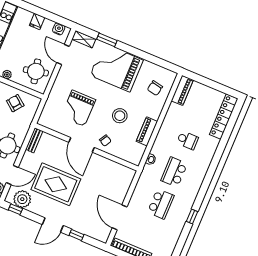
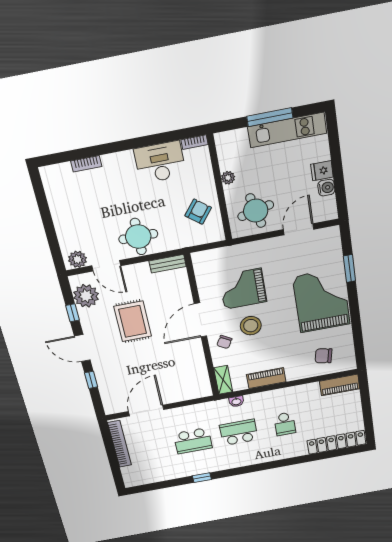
water cooler: (59, 29) -> (326, 188), moved
shelving: (84, 39) -> (223, 380), moved
stool: (120, 116) -> (251, 326), moved
rug: (56, 184) -> (133, 321), width x0.73, depth x0.69
window: (15, 209) -> (73, 313), moved

